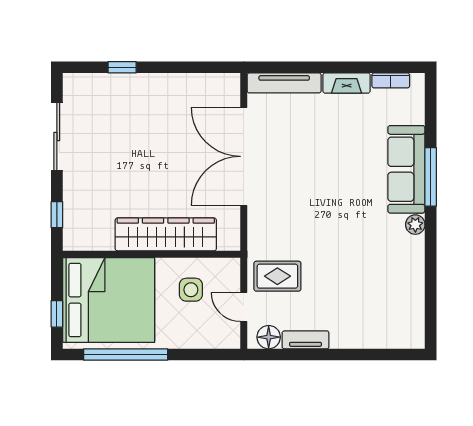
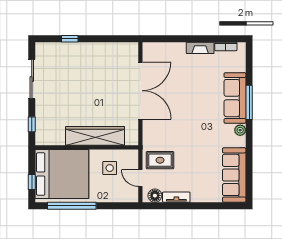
tv unit: (284, 83) -> (164, 48), removed
double door: (244, 156) -> (140, 91), swing flipped
sofa: (405, 302) -> (234, 175), added

